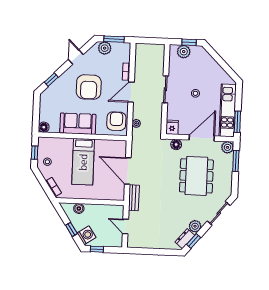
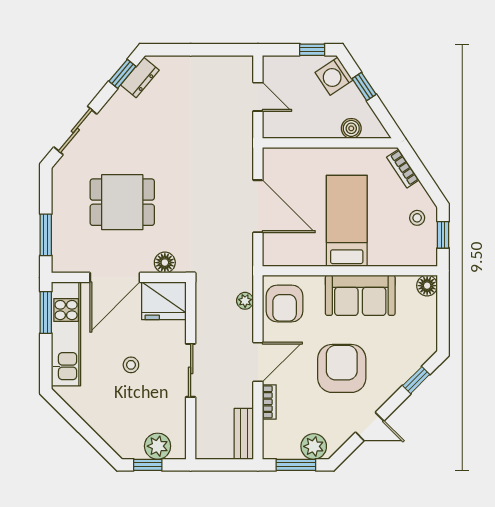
door: (76, 57) -> (370, 427), hinge flipped
fridge: (172, 127) -> (164, 301), width x1.88, depth x1.34
plant: (227, 147) -> (63, 261), removed
dining table: (196, 176) -> (122, 202), width x0.73
bench: (134, 198) -> (244, 434), moved
plant: (195, 226) -> (121, 103), removed

